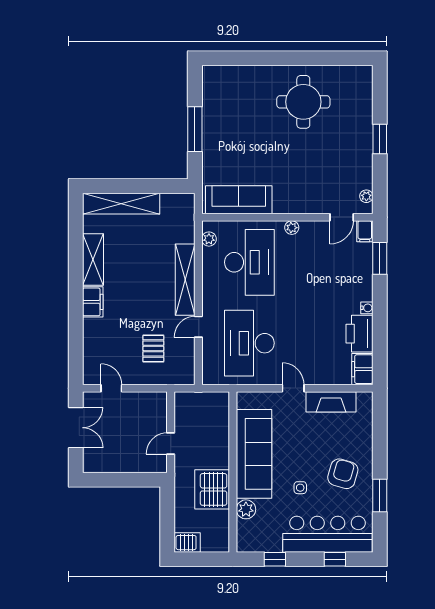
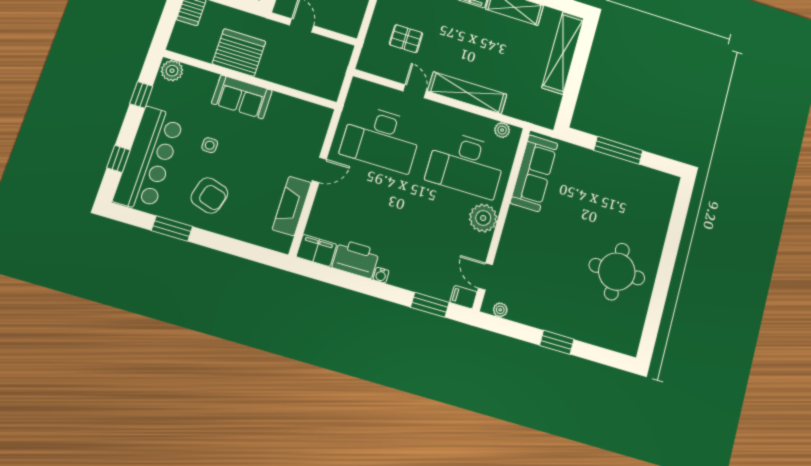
plant: (292, 228) -> (483, 218), width x1.88, depth x1.88
desk: (249, 343) -> (381, 139), turned 180
sofa: (254, 454) -> (242, 97), width x0.54, depth x0.79
plant: (246, 509) -> (172, 71), moved

